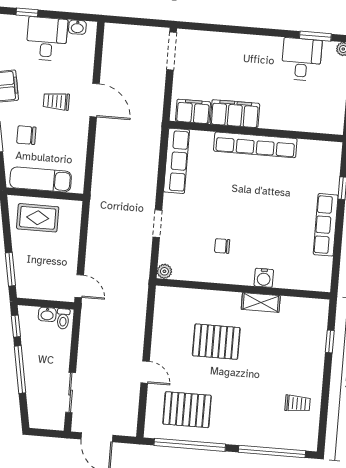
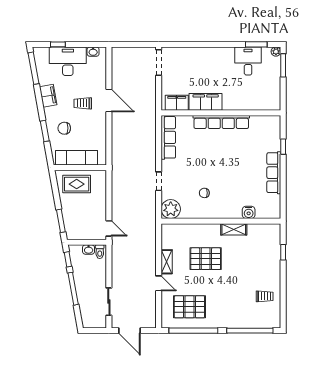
desk: (47, 39) -> (68, 61), width x1.37
plant: (164, 271) -> (171, 209), width x1.88, depth x1.88
water cooler: (264, 278) -> (249, 212), moved
shelving: (159, 342) -> (167, 262), added

